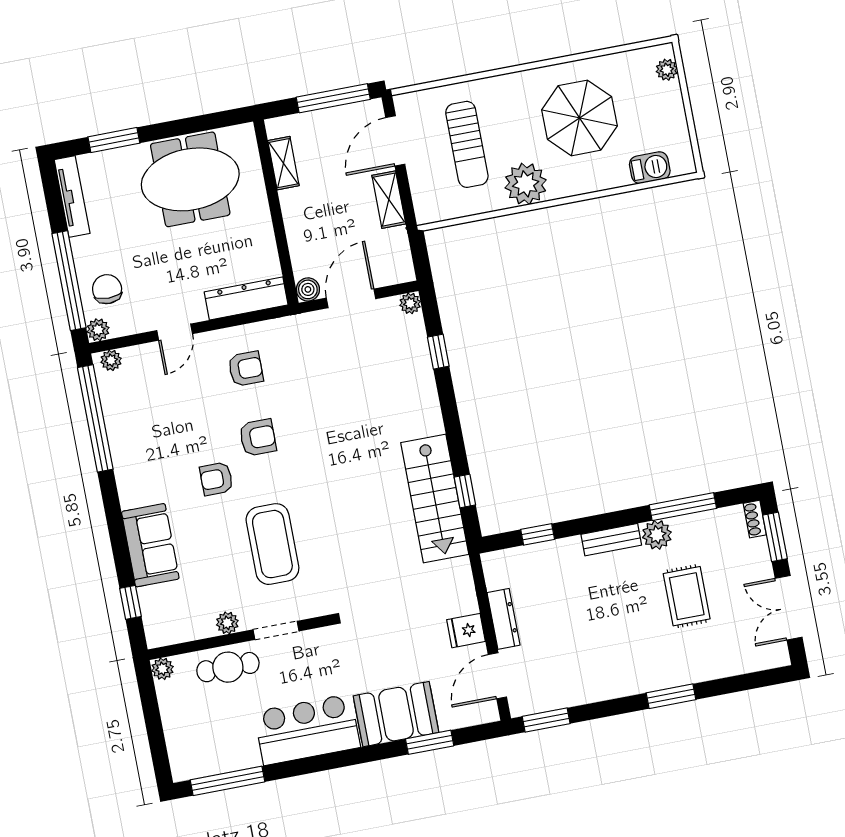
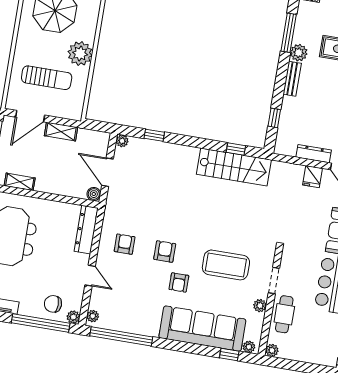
door: (395, 141) -> (30, 116), hinge flipped
sofa: (150, 545) -> (202, 329), width x1.85, depth x1.27
plant: (154, 630) -> (249, 347), added

